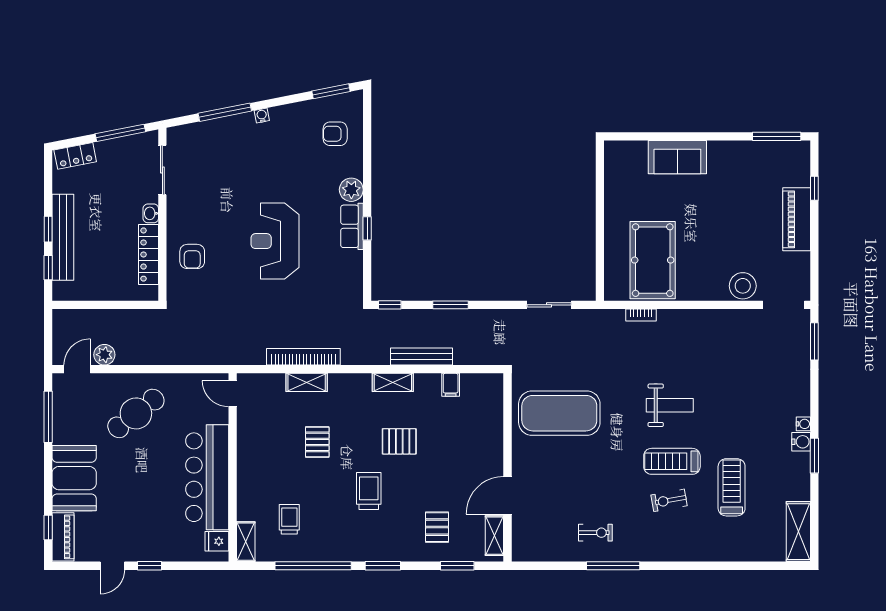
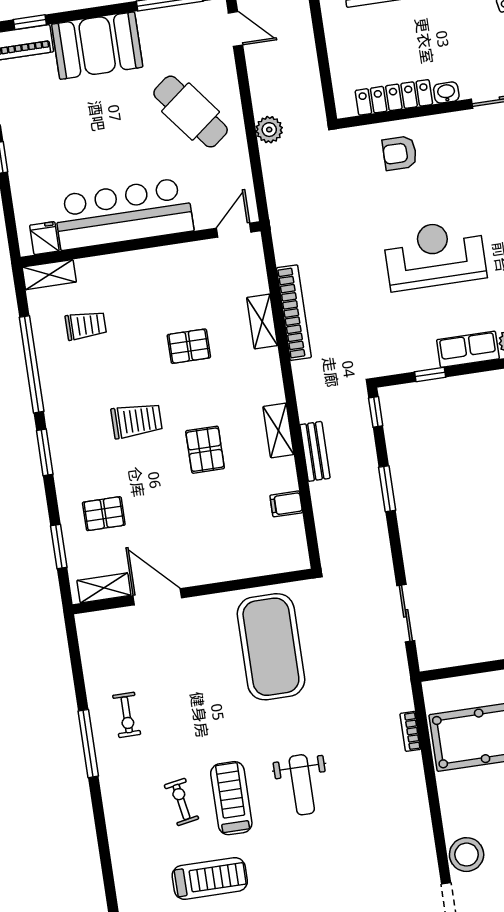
window: (367, 228) -> (430, 374), moved
plant: (104, 355) -> (269, 130), moved
bench: (421, 357) -> (315, 451), width x0.73

